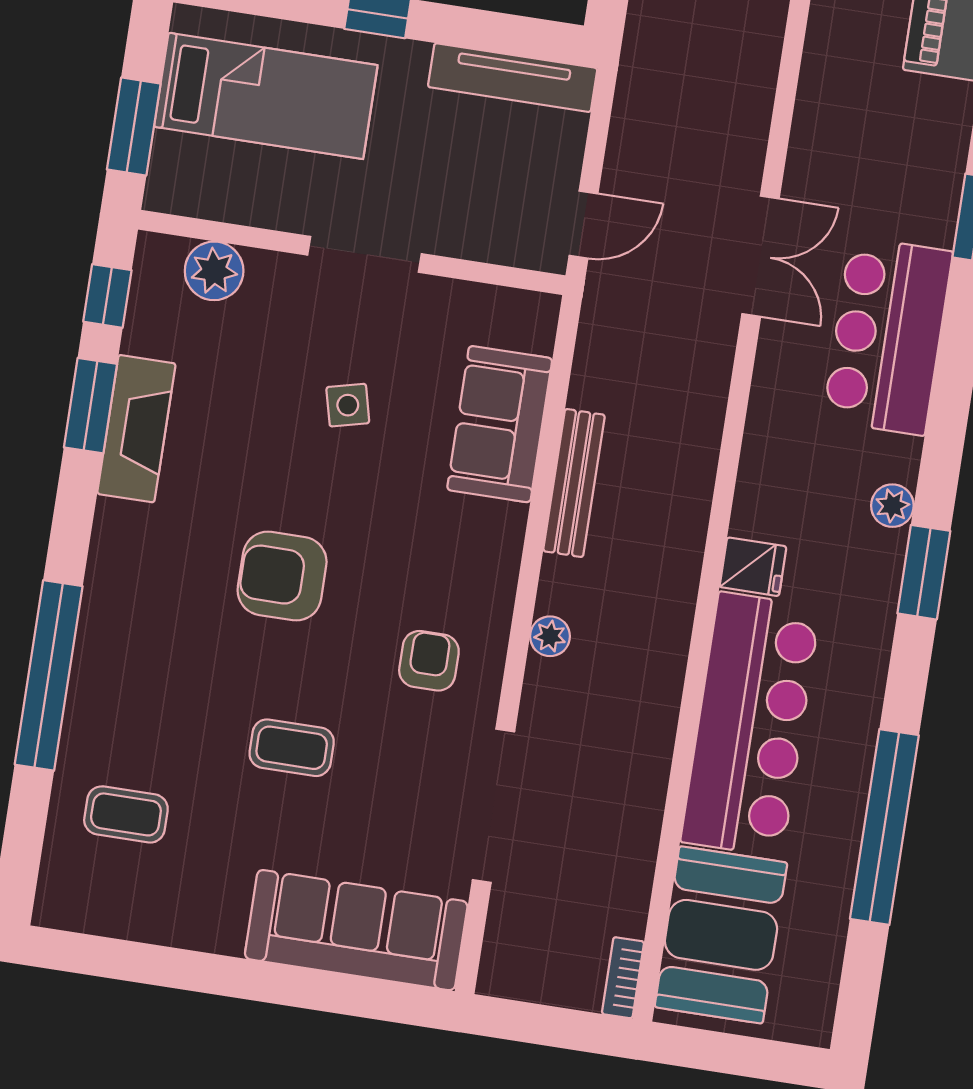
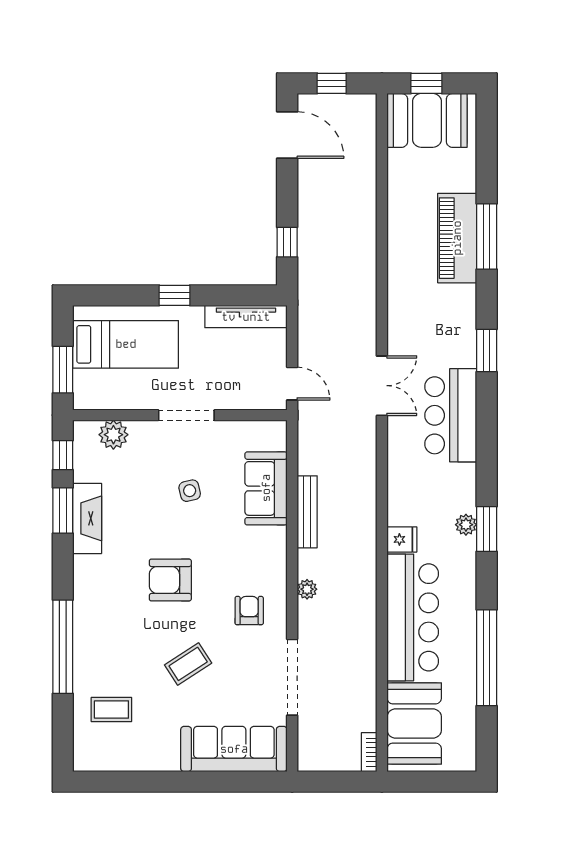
door: (583, 225) -> (292, 384), hinge flipped
plant: (892, 506) -> (466, 525), moved
coffee table: (292, 748) -> (188, 664), turned -33

